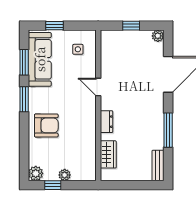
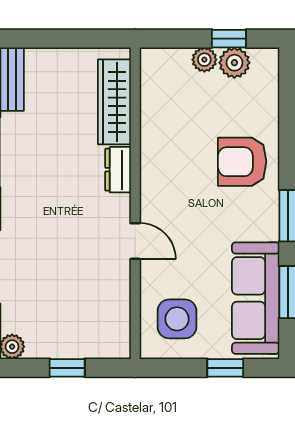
side table: (78, 49) -> (177, 319), width x1.87, depth x1.87
wardrobe: (108, 154) -> (114, 102), width x1.50
plant: (36, 173) -> (234, 63), moved

